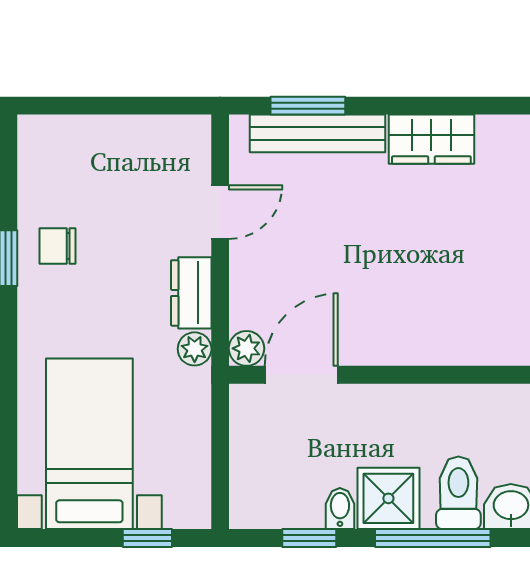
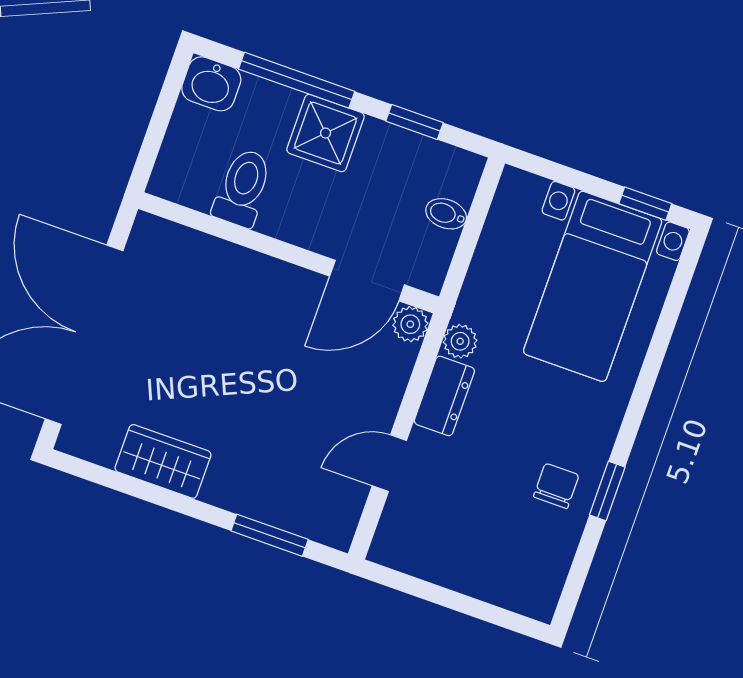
bench: (318, 133) -> (270, 505), removed
chair: (57, 246) -> (556, 486), turned -90
toilet: (458, 493) -> (243, 188), moved, turned 180
bidet: (340, 509) -> (446, 214), moved, turned 90
window: (147, 538) -> (645, 204), moved

